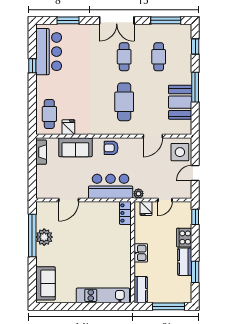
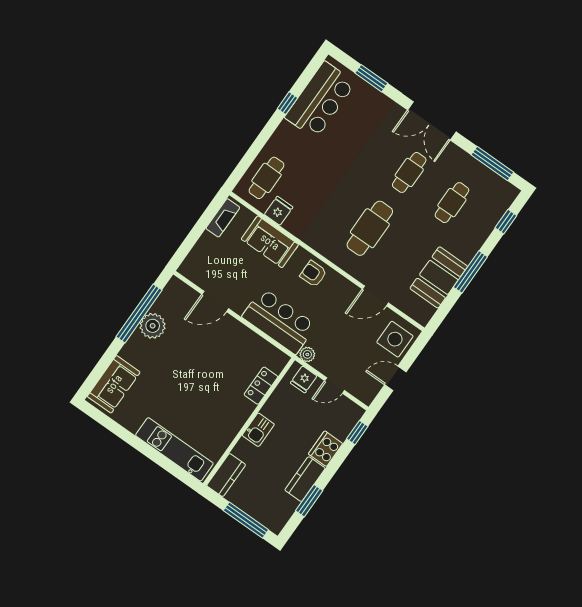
locker: (125, 213) -> (261, 386), moved

